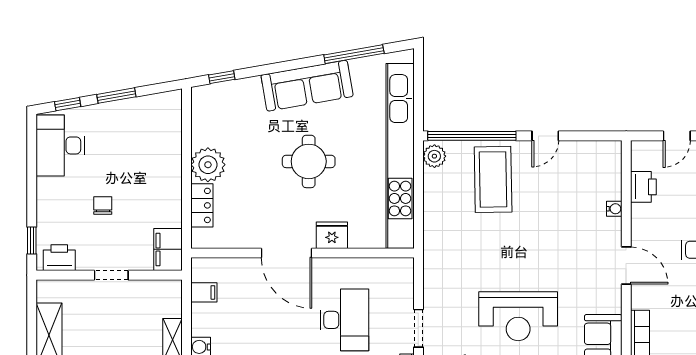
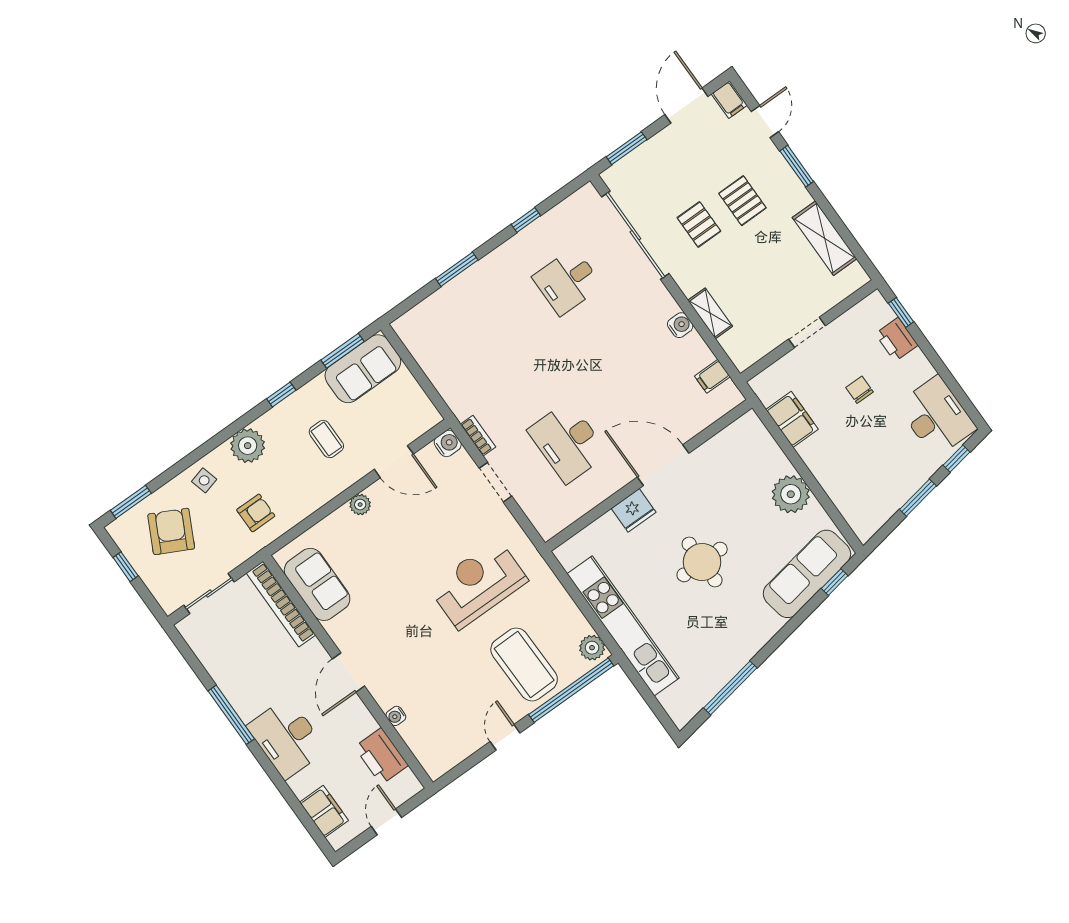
sofa: (307, 86) -> (807, 574), moved
kitchen unit: (400, 156) -> (623, 626), width x0.73
printer: (643, 187) -> (381, 756), width x1.37, depth x1.19
chair: (103, 205) -> (859, 390), turned 180
locker: (202, 205) -> (770, 454), removed
filing cabinet: (168, 249) -> (792, 419), moved
printer: (59, 258) -> (897, 339), moved, turned 90
door: (626, 266) -> (348, 672), hinge flipped
reception desk: (518, 316) -> (478, 584), moved

